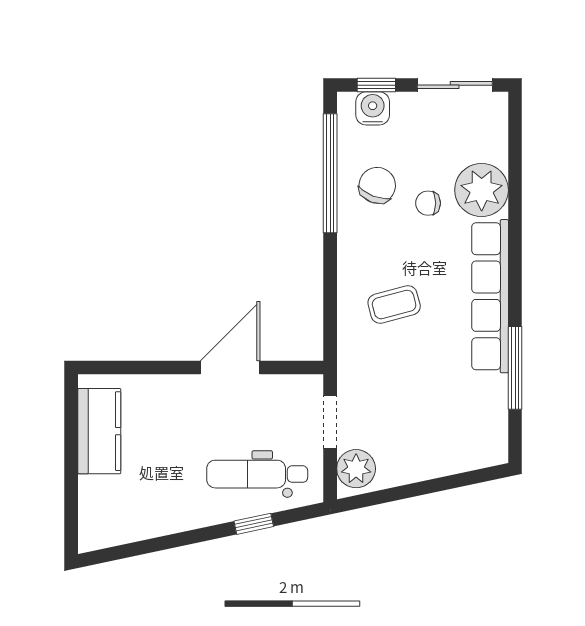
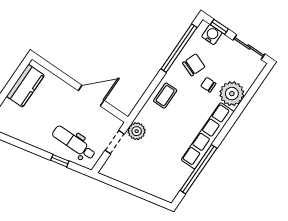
coffee table: (394, 305) -> (165, 96), moved, turned -75
window: (515, 368) -> (199, 169), width x1.46
plant: (356, 469) -> (137, 131), moved

